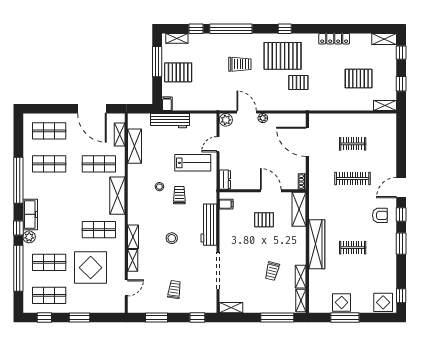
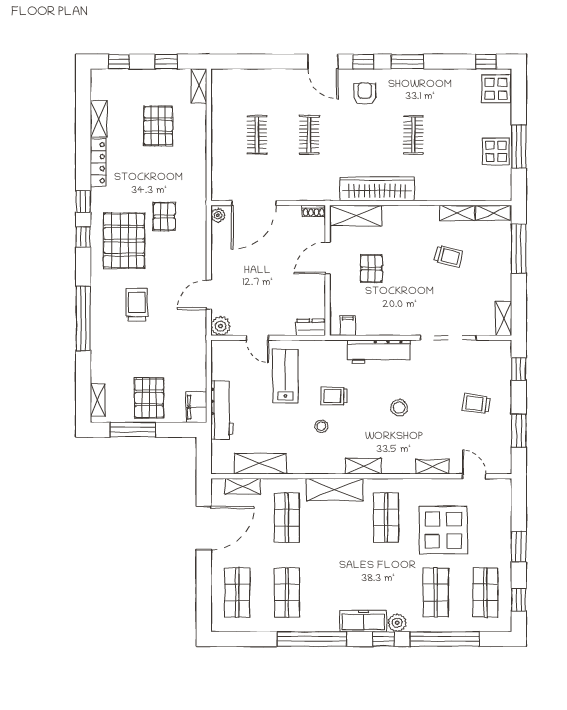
window: (196, 29) -> (83, 202), moved
shelving: (384, 39) -> (99, 119), moved
filing cabinet: (167, 104) -> (196, 407), width x2.00
plant: (263, 118) -> (218, 215), moved
clothes rail: (353, 179) -> (309, 135), width x0.73
shelving: (133, 237) -> (363, 466), moved
wardrobe: (317, 244) -> (377, 189), moved

